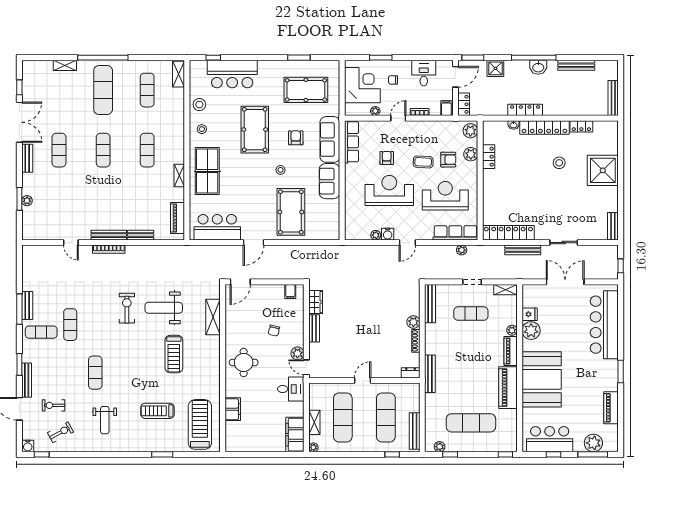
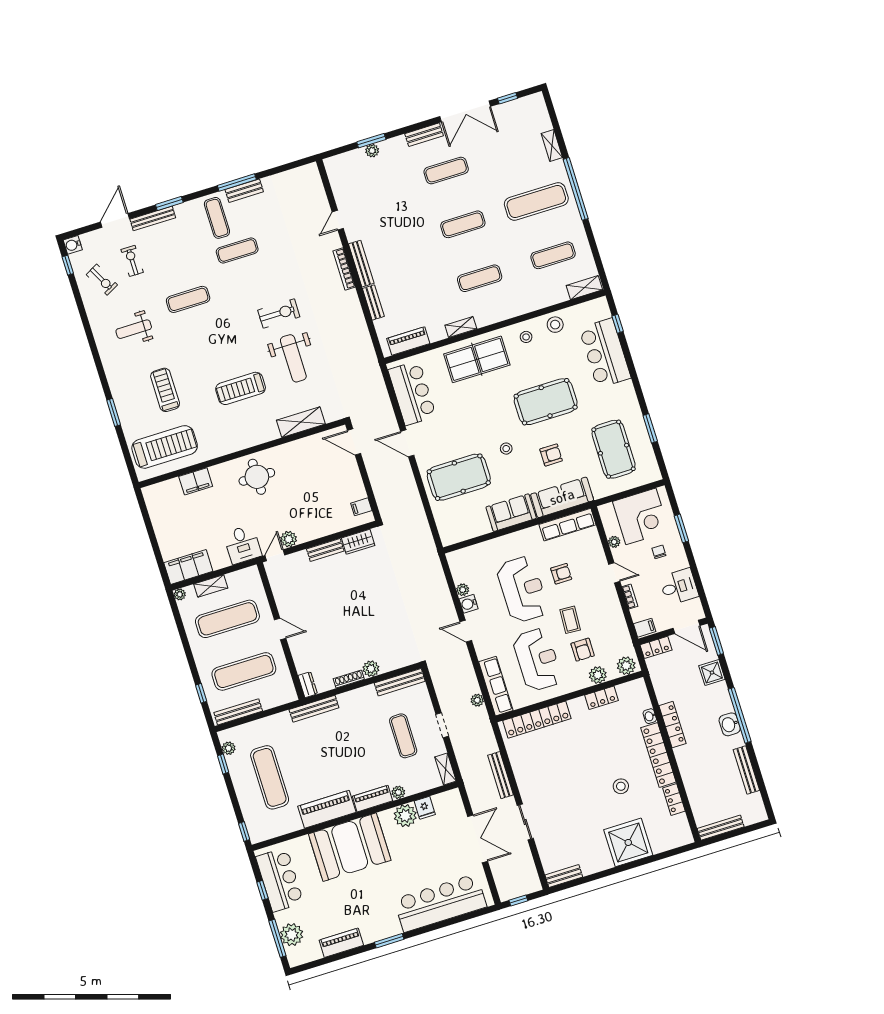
locker: (508, 233) -> (537, 720), moved, turned 90
weight bench: (164, 308) -> (293, 358), turned 180
chair: (274, 331) -> (307, 502), removed

